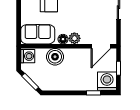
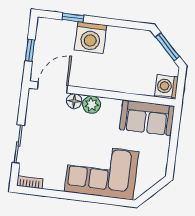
floor lamp: (63, 39) -> (74, 101), moved
boiler: (55, 57) -> (125, 80), removed
washing machine: (107, 81) -> (91, 38), moved

